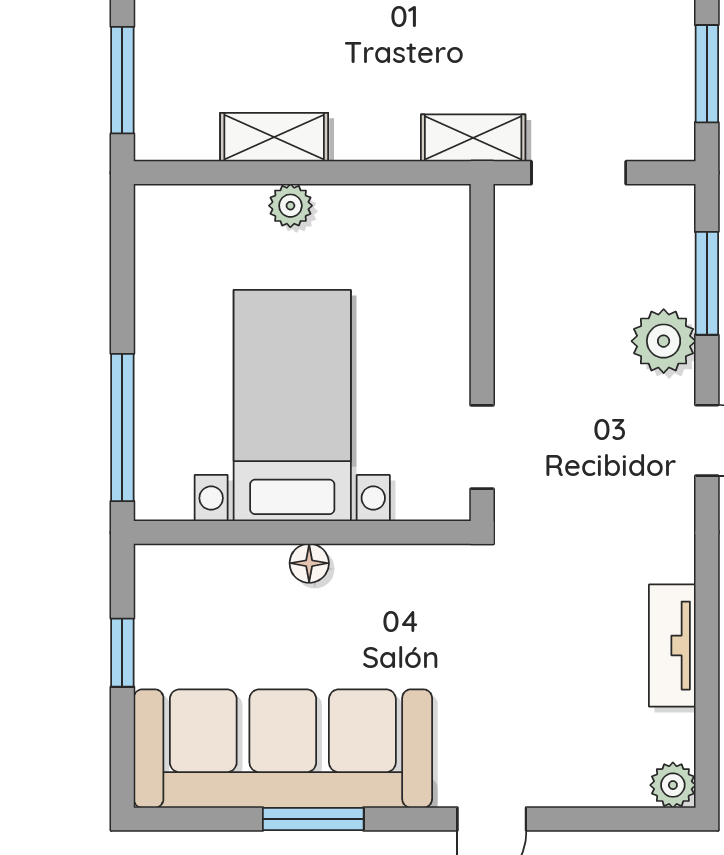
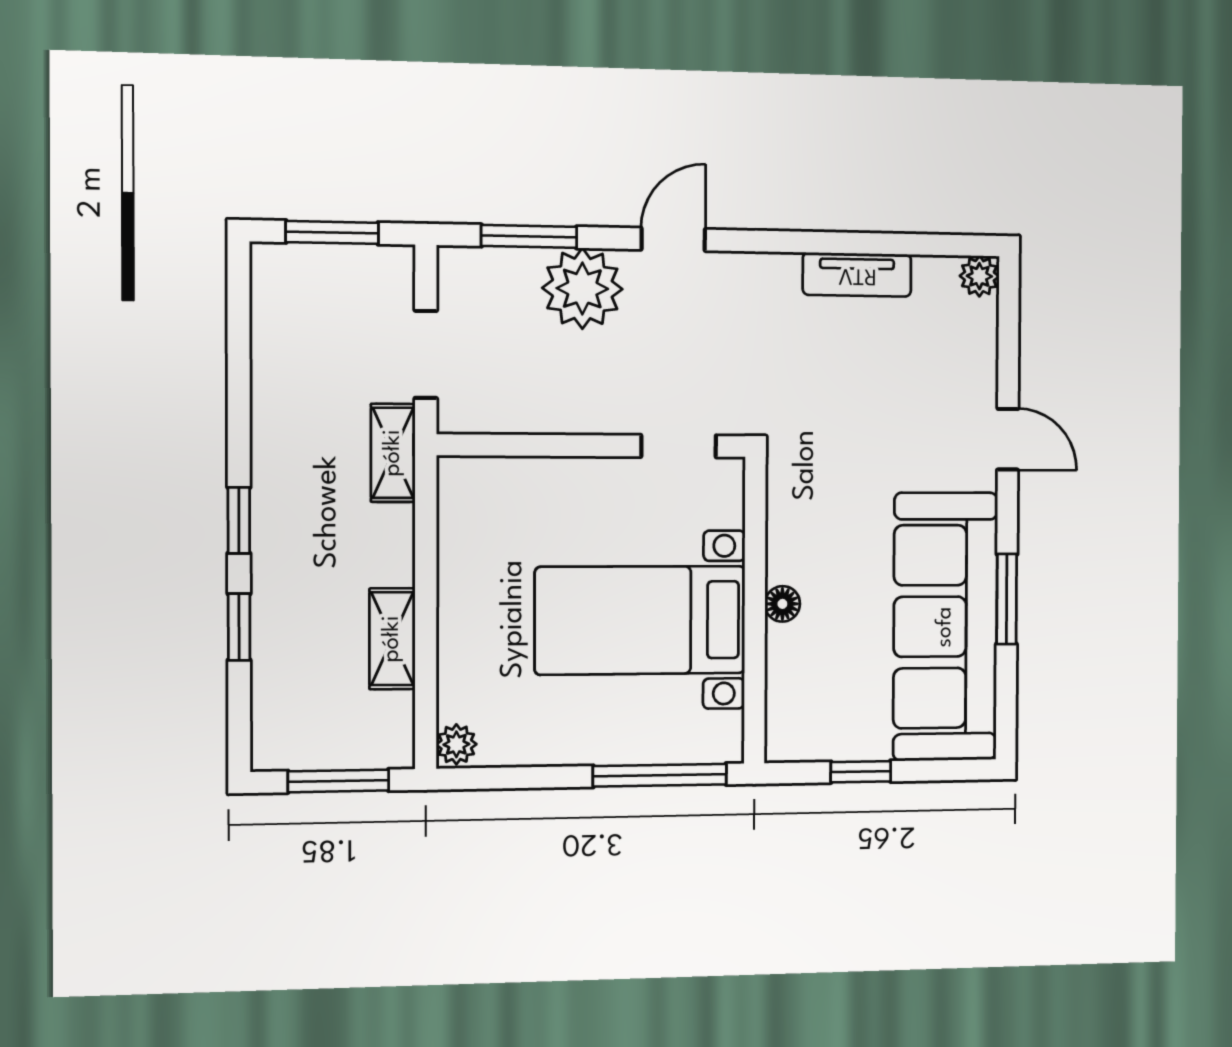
plant: (290, 206) -> (456, 744), moved
plant: (664, 341) -> (582, 288), width x1.36, depth x1.36

